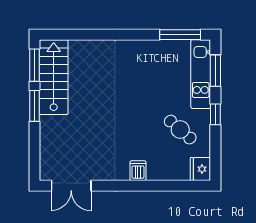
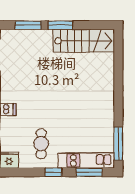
window: (34, 65) -> (28, 25), moved
cafe table: (180, 130) -> (41, 144), turned -41

